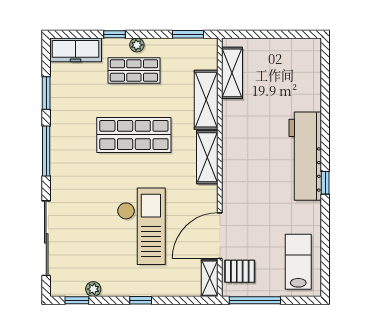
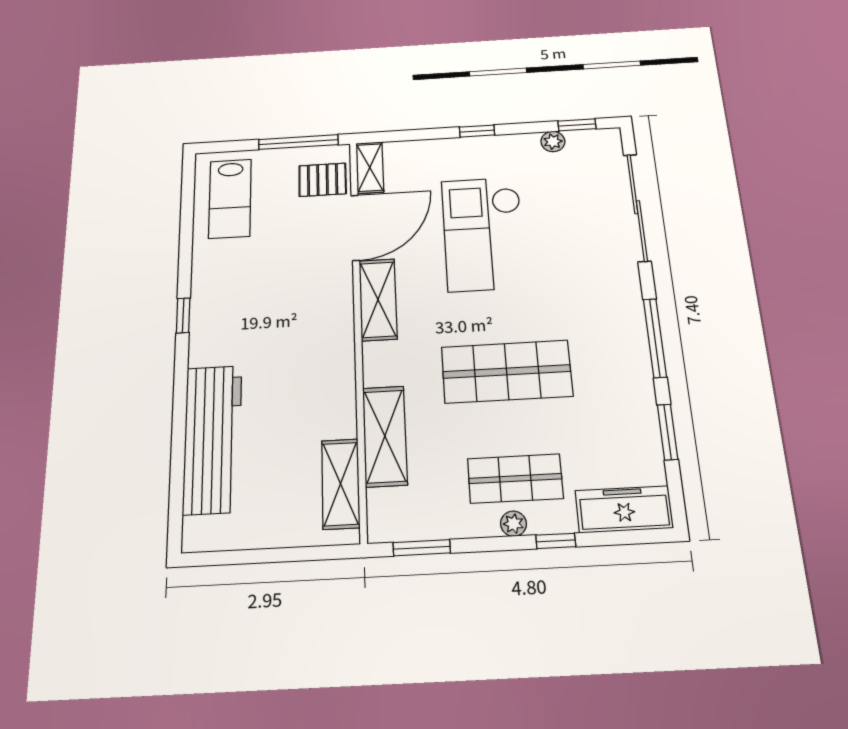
workbench: (305, 156) -> (213, 439), moved
shelving: (207, 157) -> (378, 300), moved

